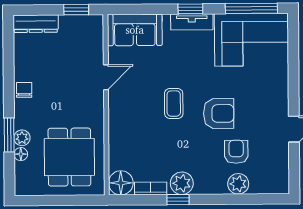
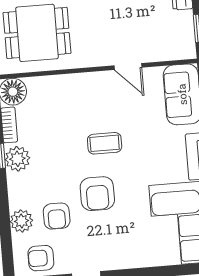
armchair: (236, 152) -> (57, 216), turned 90
armchair: (273, 169) -> (41, 258), added

